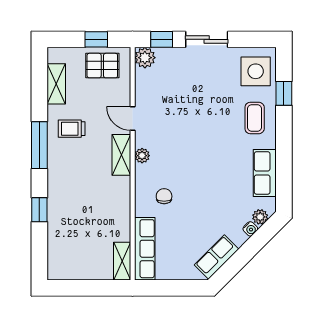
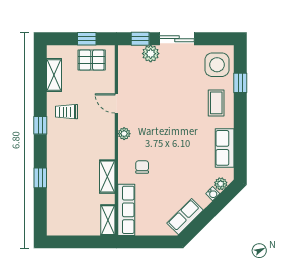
plant: (145, 58) -> (151, 54), moved
window: (39, 145) -> (40, 125), width x0.46
shelving: (121, 155) -> (107, 177), moved

